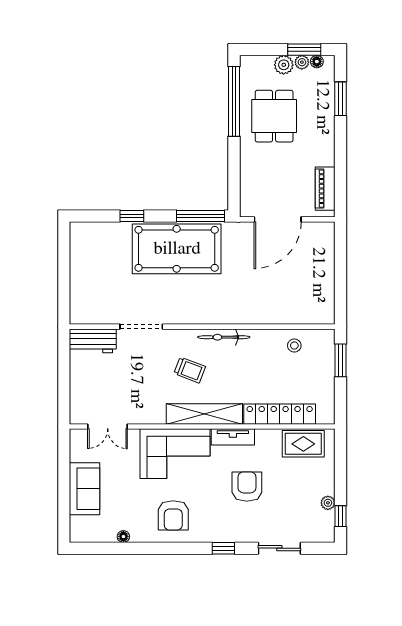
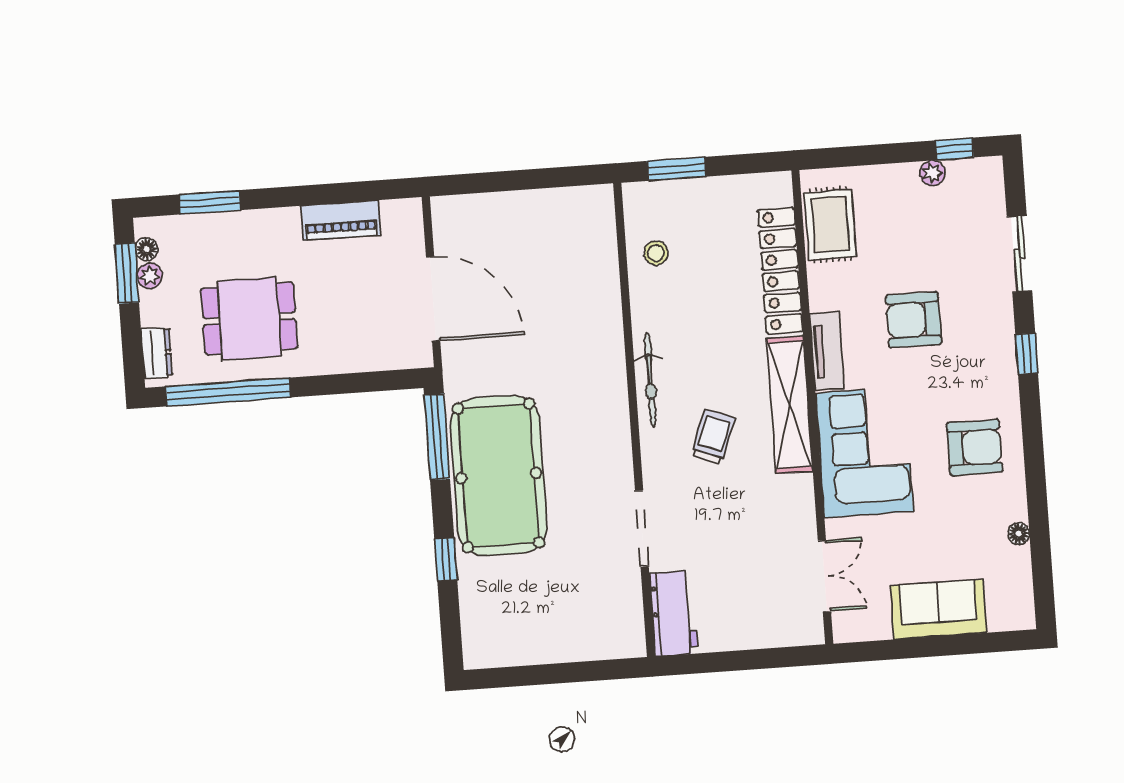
dresser: (259, 63) -> (157, 353), added
plant: (284, 65) -> (157, 308), removed
piano: (325, 189) -> (341, 220), moved

